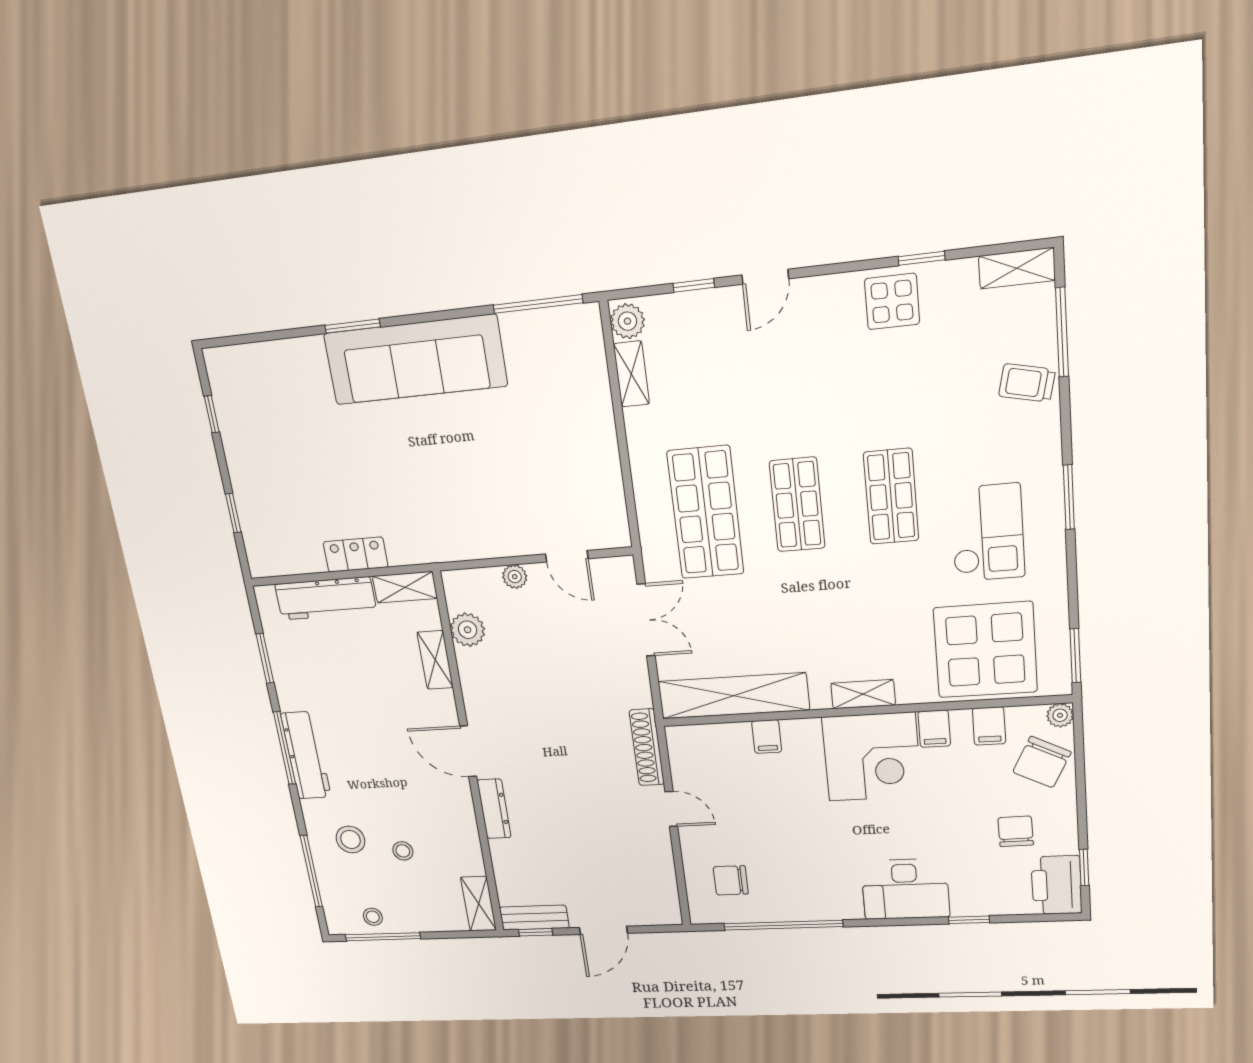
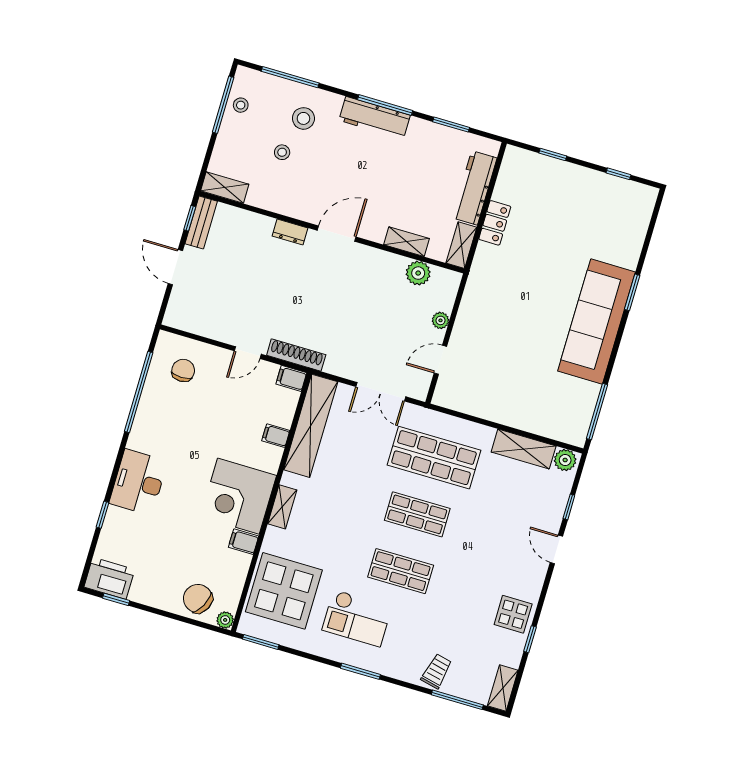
shelving: (631, 374) -> (524, 449), width x1.50, depth x1.33
filing cabinet: (989, 726) -> (291, 378), moved
dresser: (494, 809) -> (290, 232), width x0.70
chair: (1016, 831) -> (156, 566), removed

